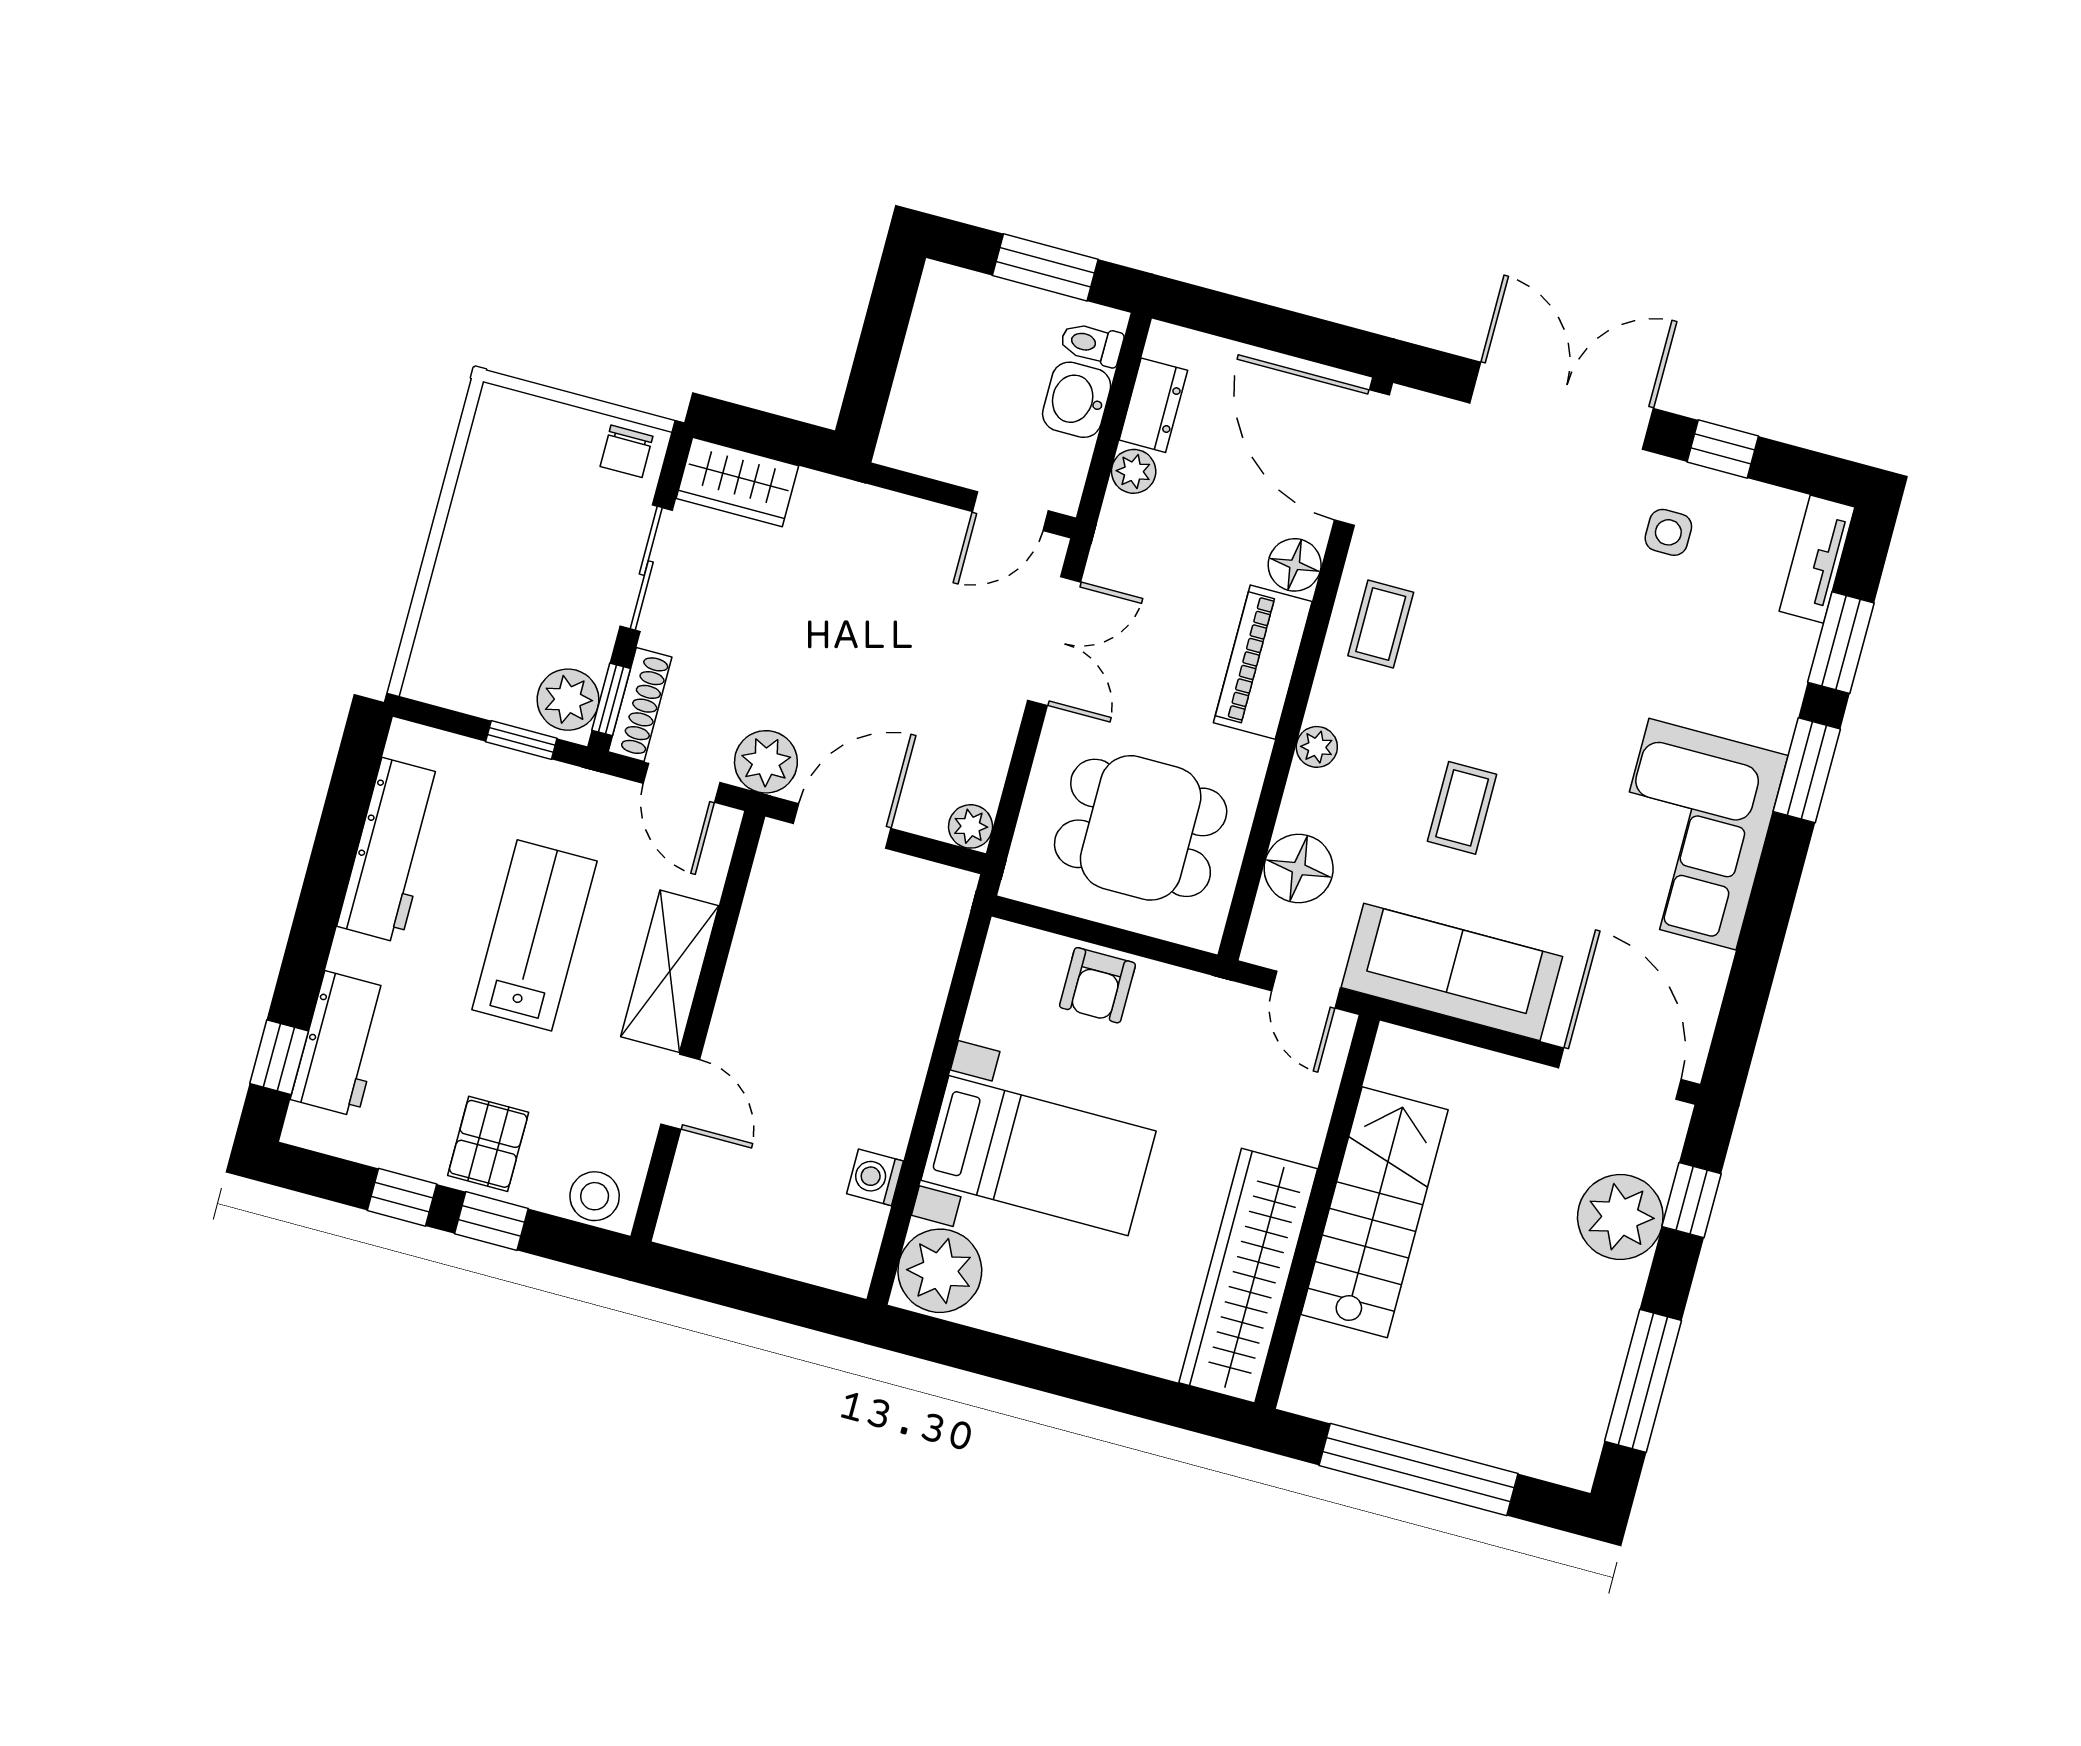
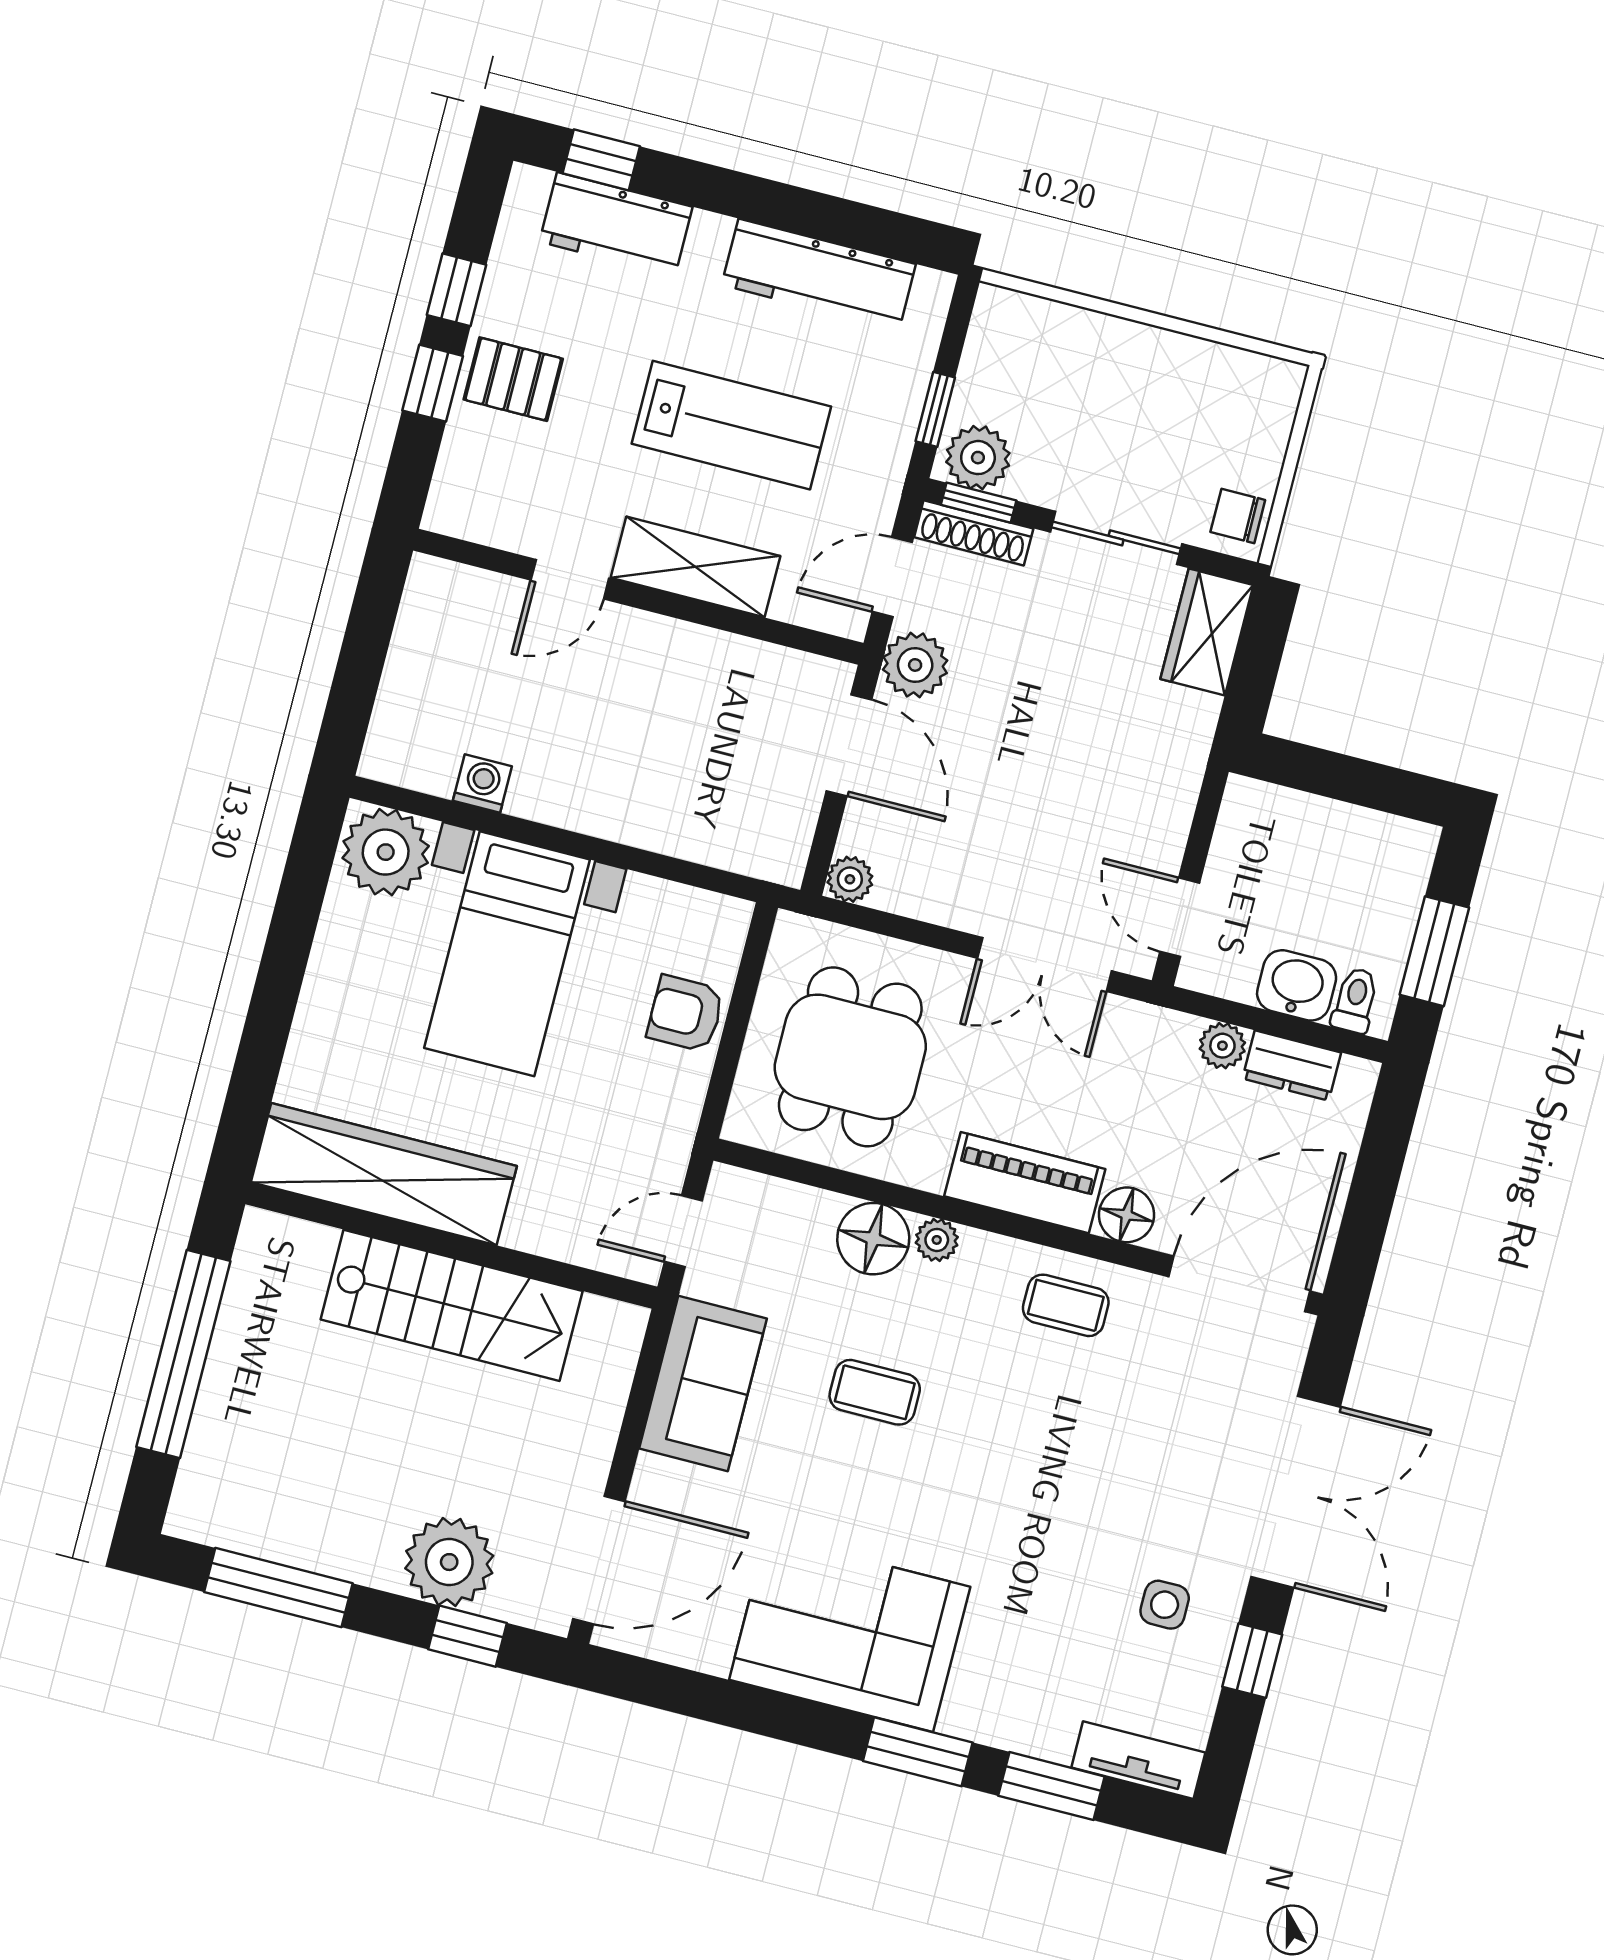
floor lamp: (1299, 869) -> (873, 1239), moved
sofa: (1452, 972) -> (703, 1383), width x0.73
stool: (595, 1196) -> (460, 491), removed

